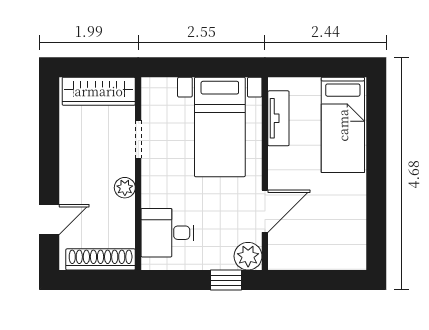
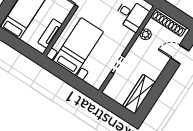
wardrobe: (99, 91) -> (139, 94), moved, turned -90
plant: (125, 188) -> (146, 34), moved

